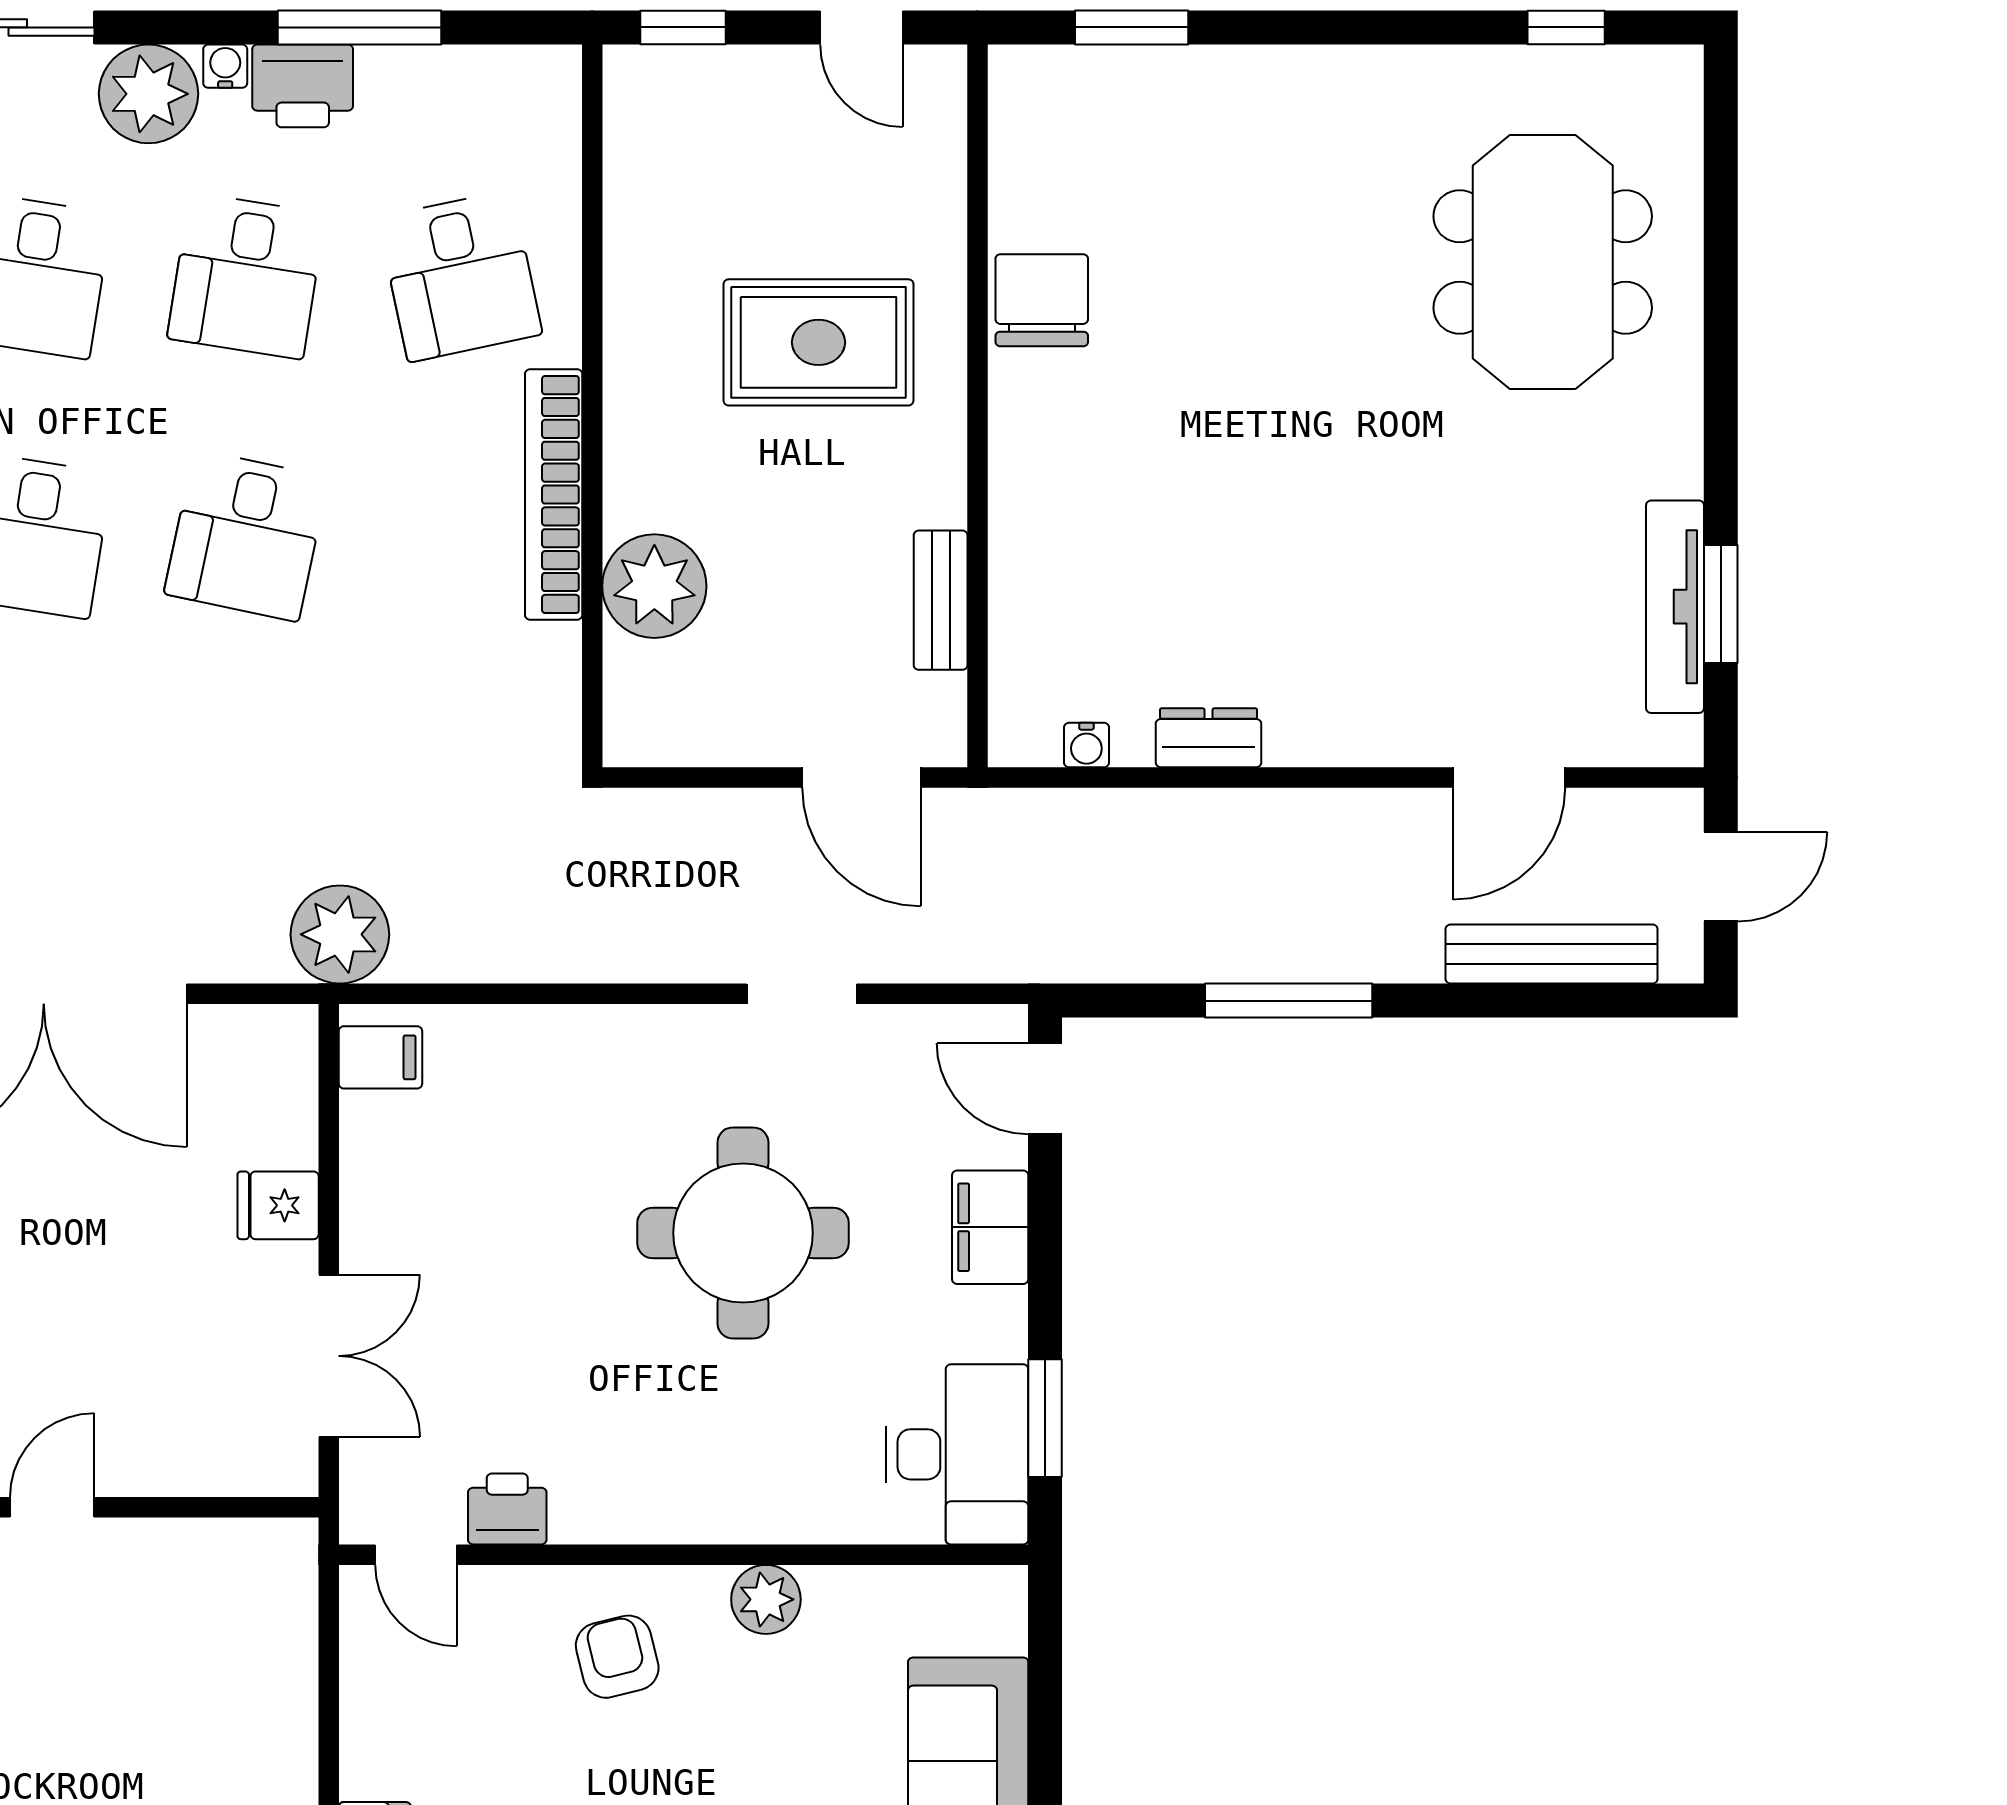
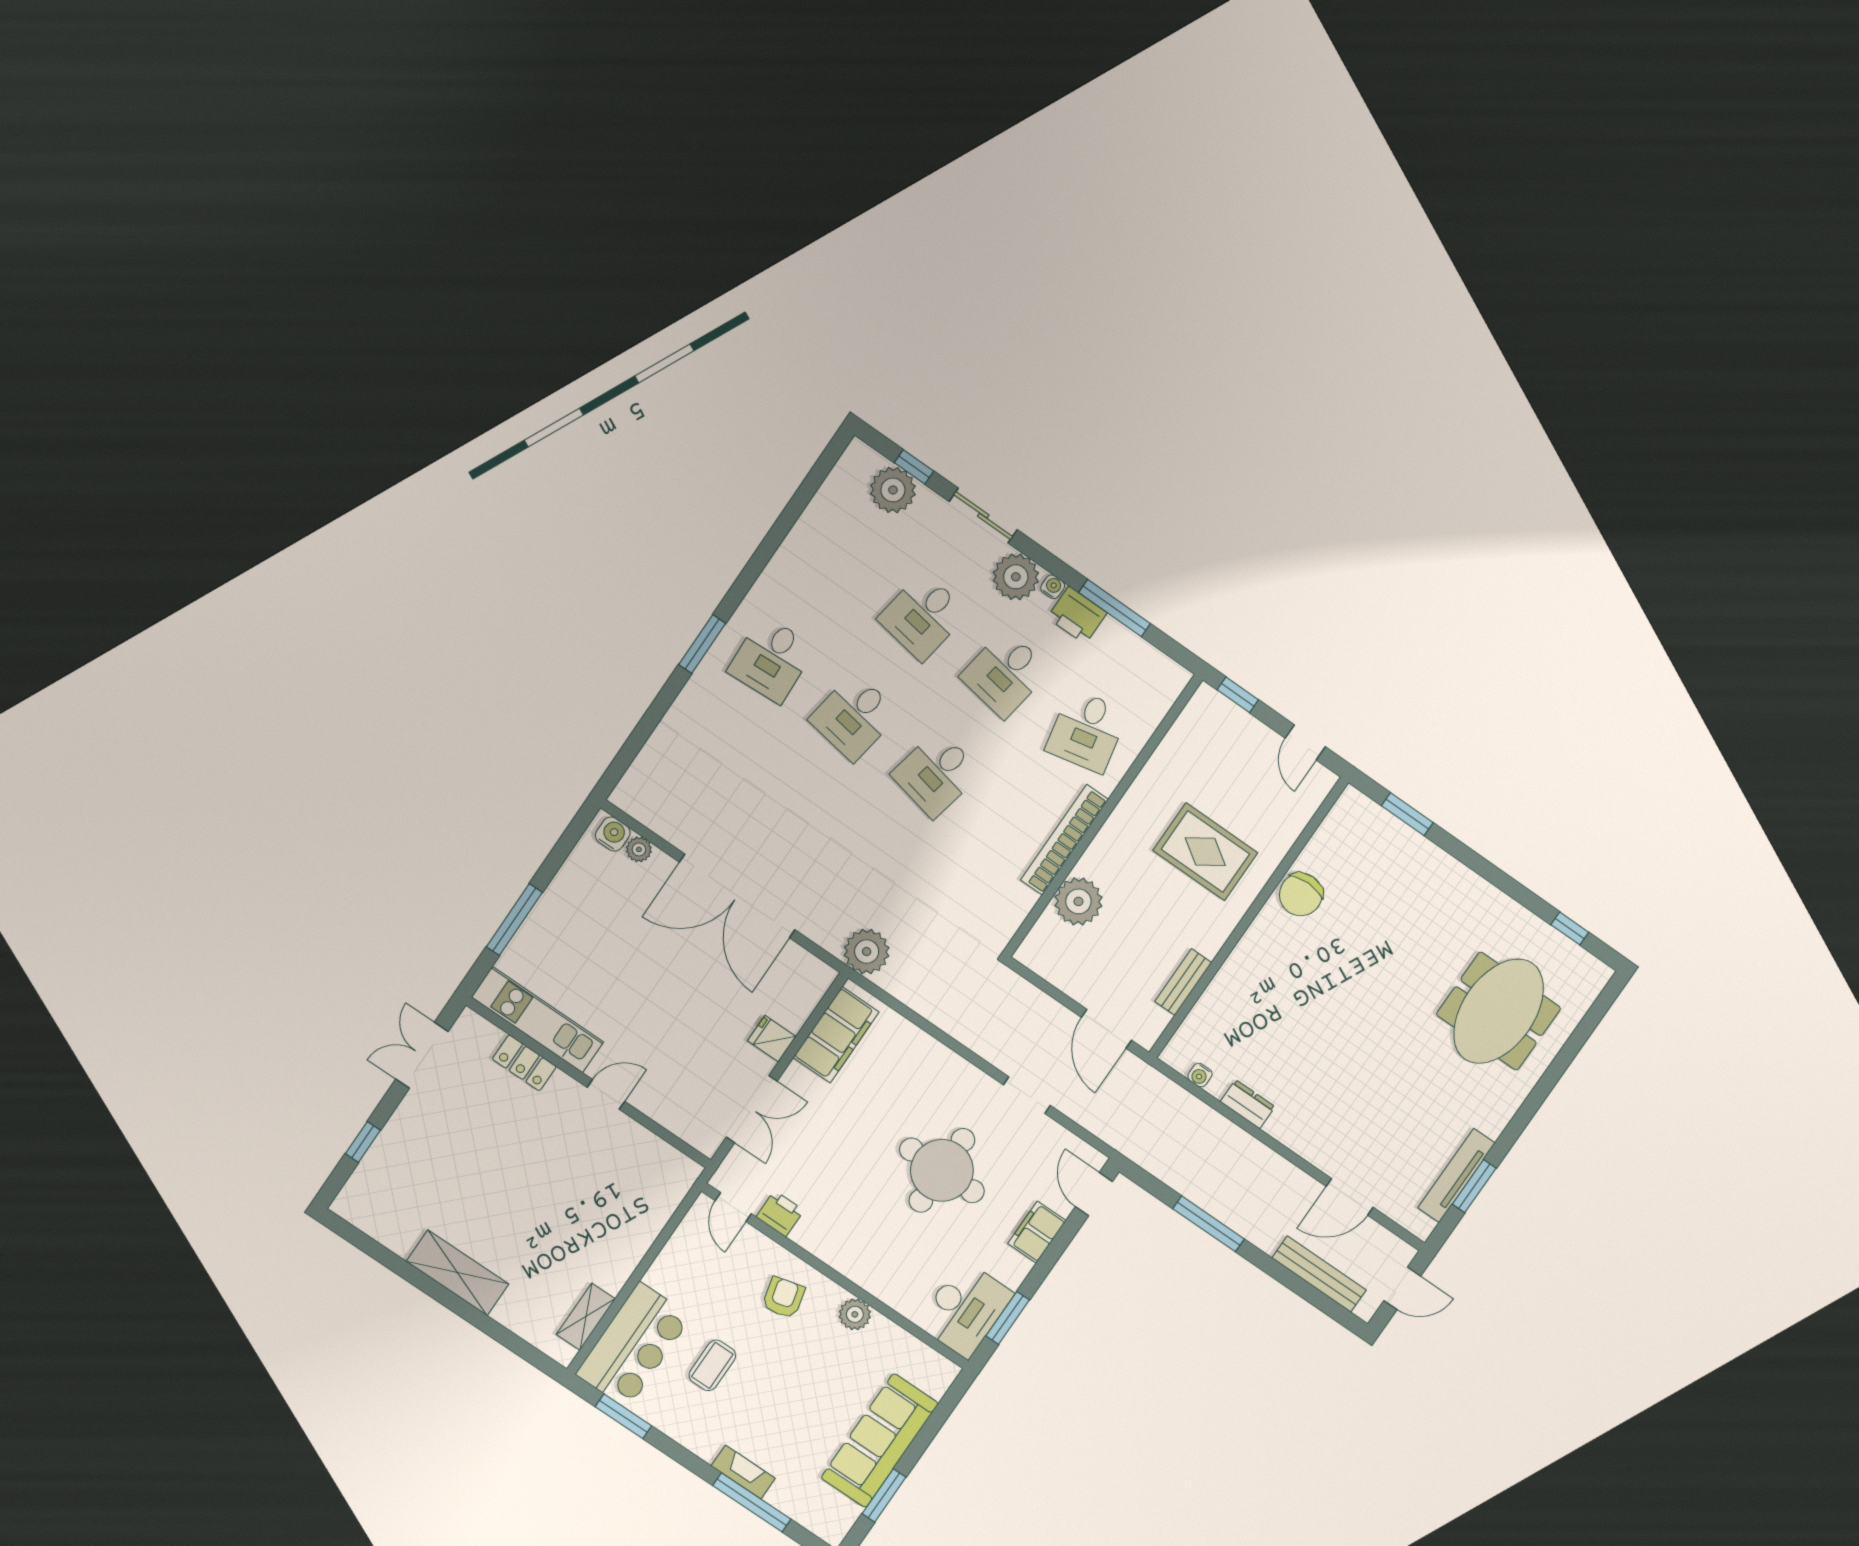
chair: (1042, 300) -> (1301, 894), turned 180
filing cabinet: (380, 1057) -> (836, 1035), width x3.00, depth x1.17

